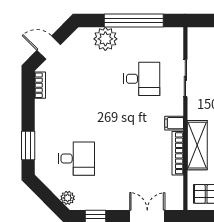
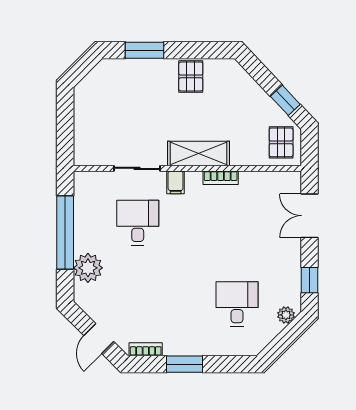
filing cabinet: (174, 123) -> (176, 182), moved
window: (28, 145) -> (185, 364), moved
shelving: (197, 145) -> (198, 154), moved
bookcase: (178, 153) -> (221, 178), width x0.64

